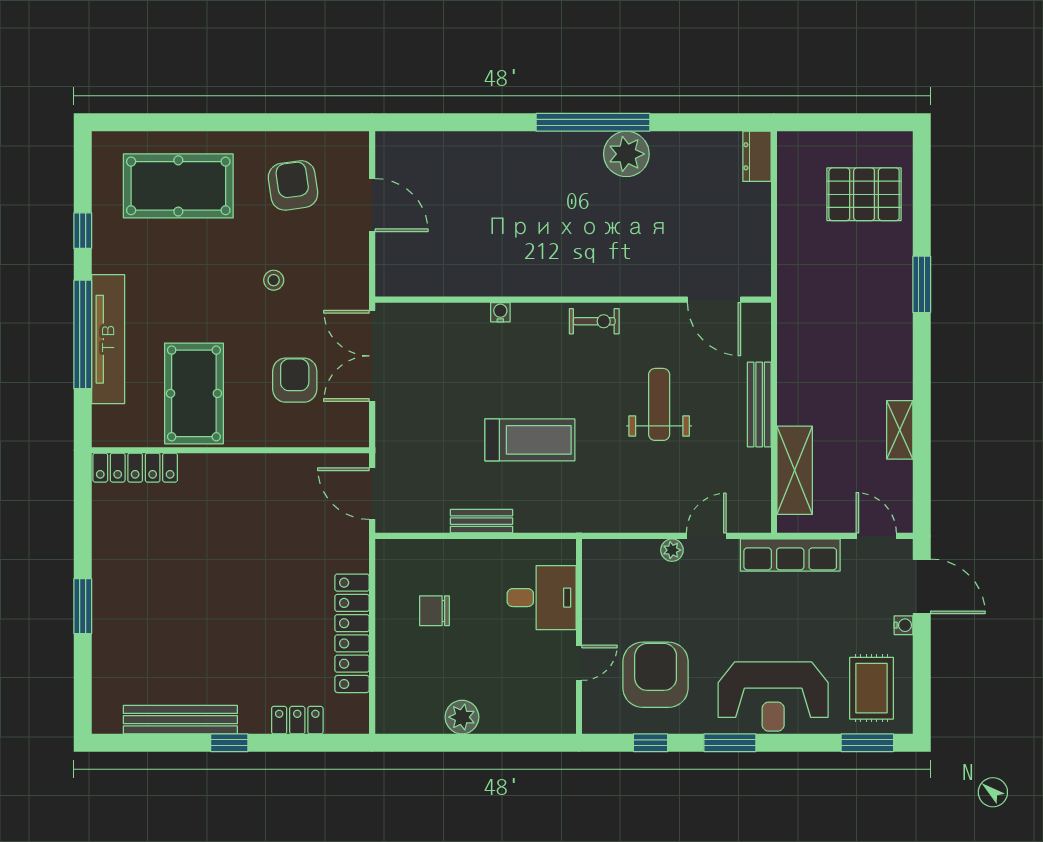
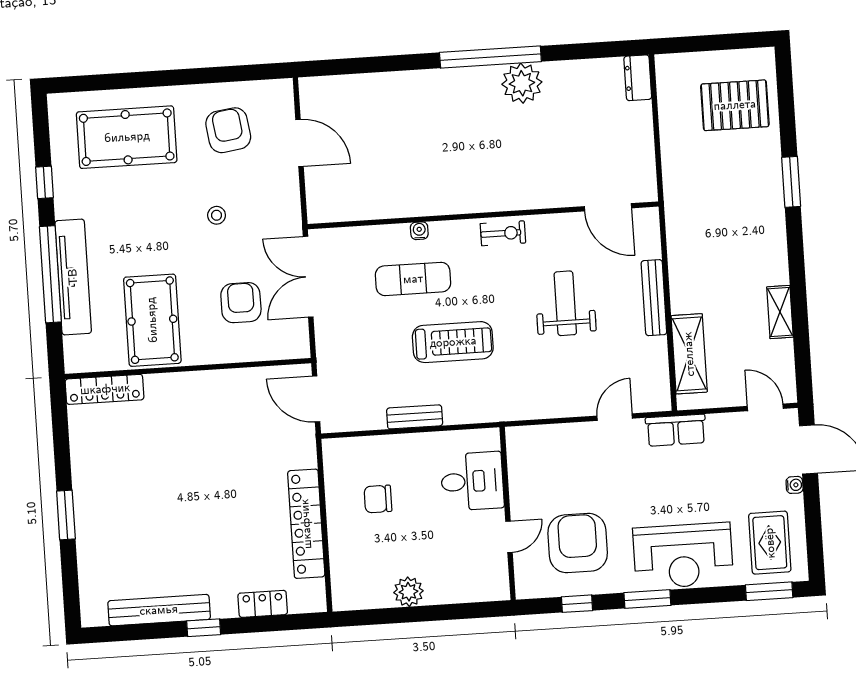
exercise mat: (490, 366) -> (413, 279), added
plant: (672, 550) -> (585, 432), removed
row of seats: (790, 555) -> (676, 430), width x0.68

